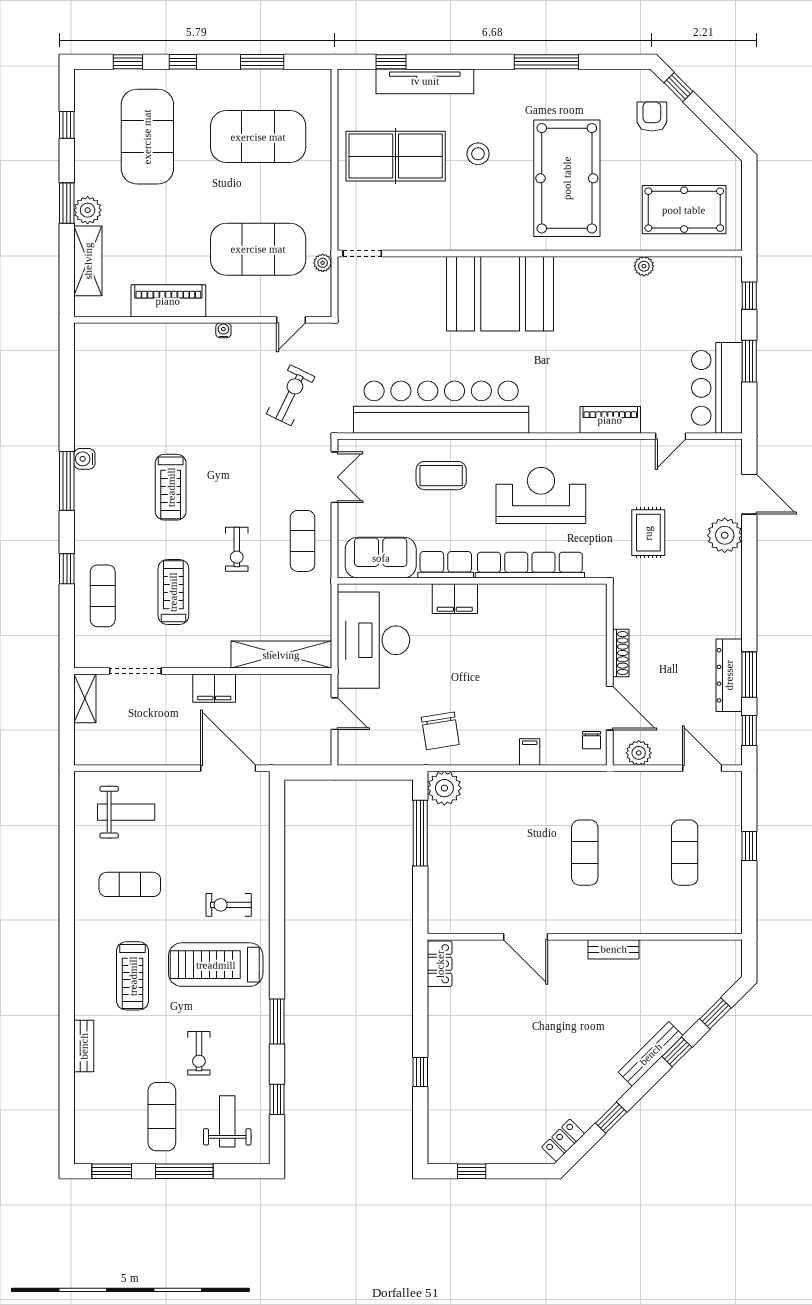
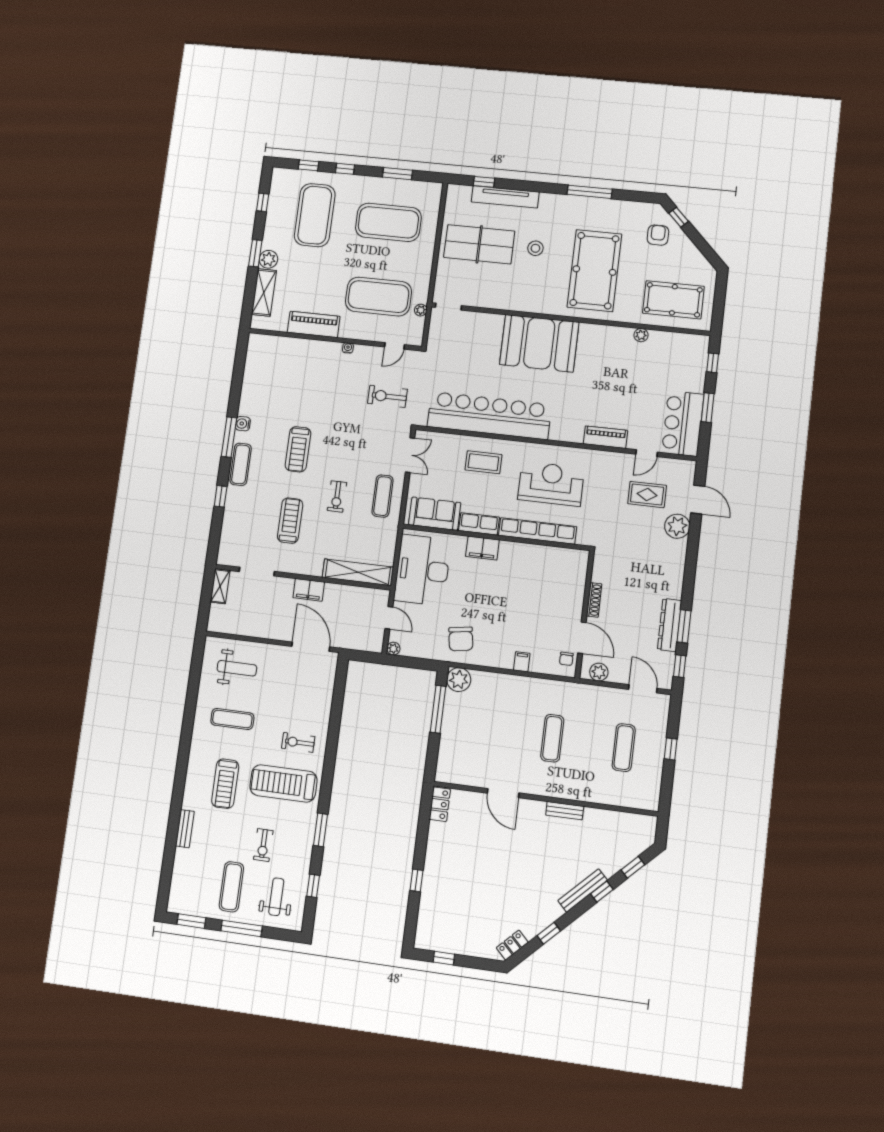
exercise bike: (291, 395) -> (387, 396), turned -116
rug: (648, 533) -> (647, 494), moved, turned 90
exercise mat: (103, 596) -> (241, 464), moved
plant: (346, 756) -> (393, 649), added

